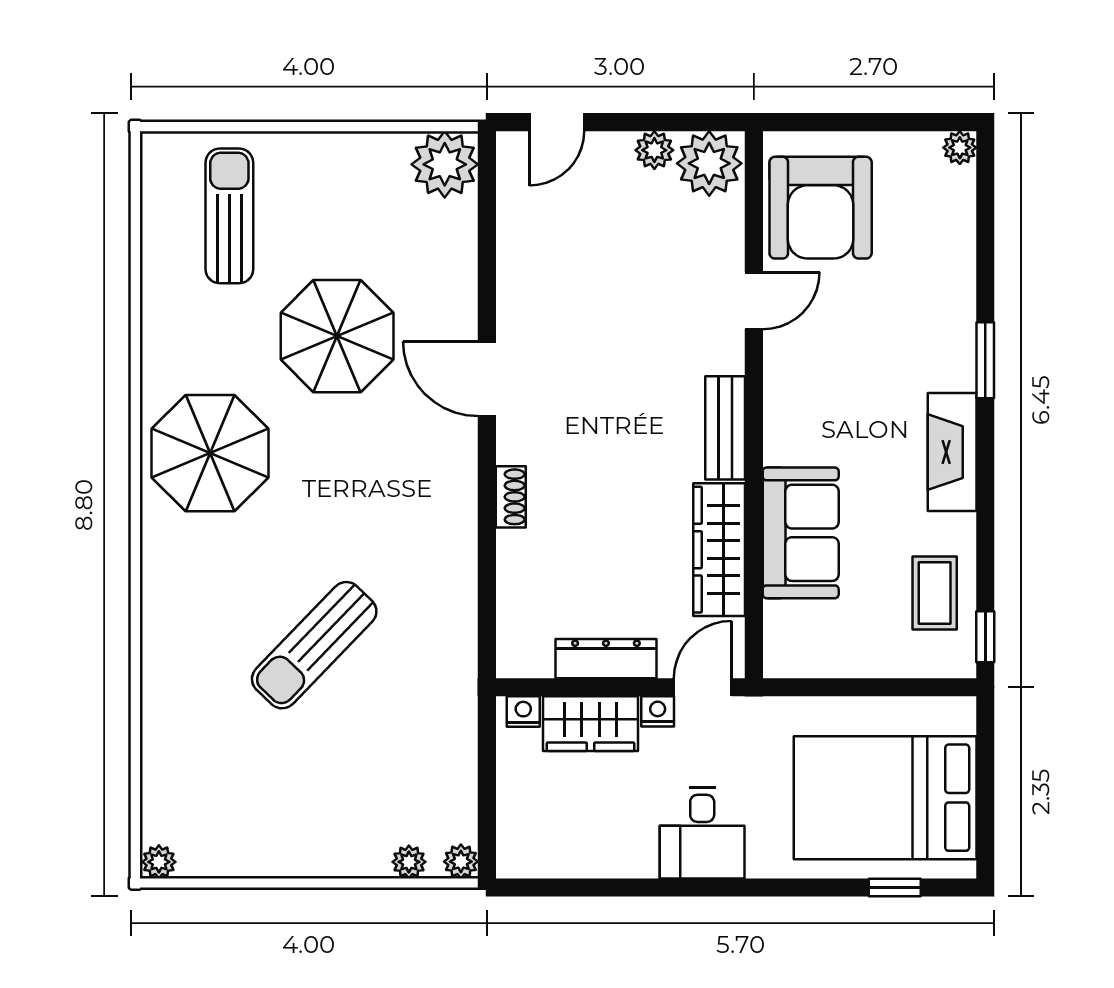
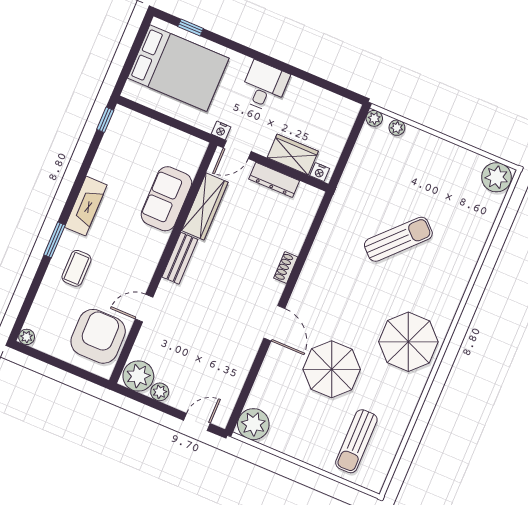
coffee table: (935, 593) -> (76, 268), moved
nightstand: (658, 711) -> (221, 130), moved
plant: (159, 862) -> (496, 177), width x1.88, depth x1.88

